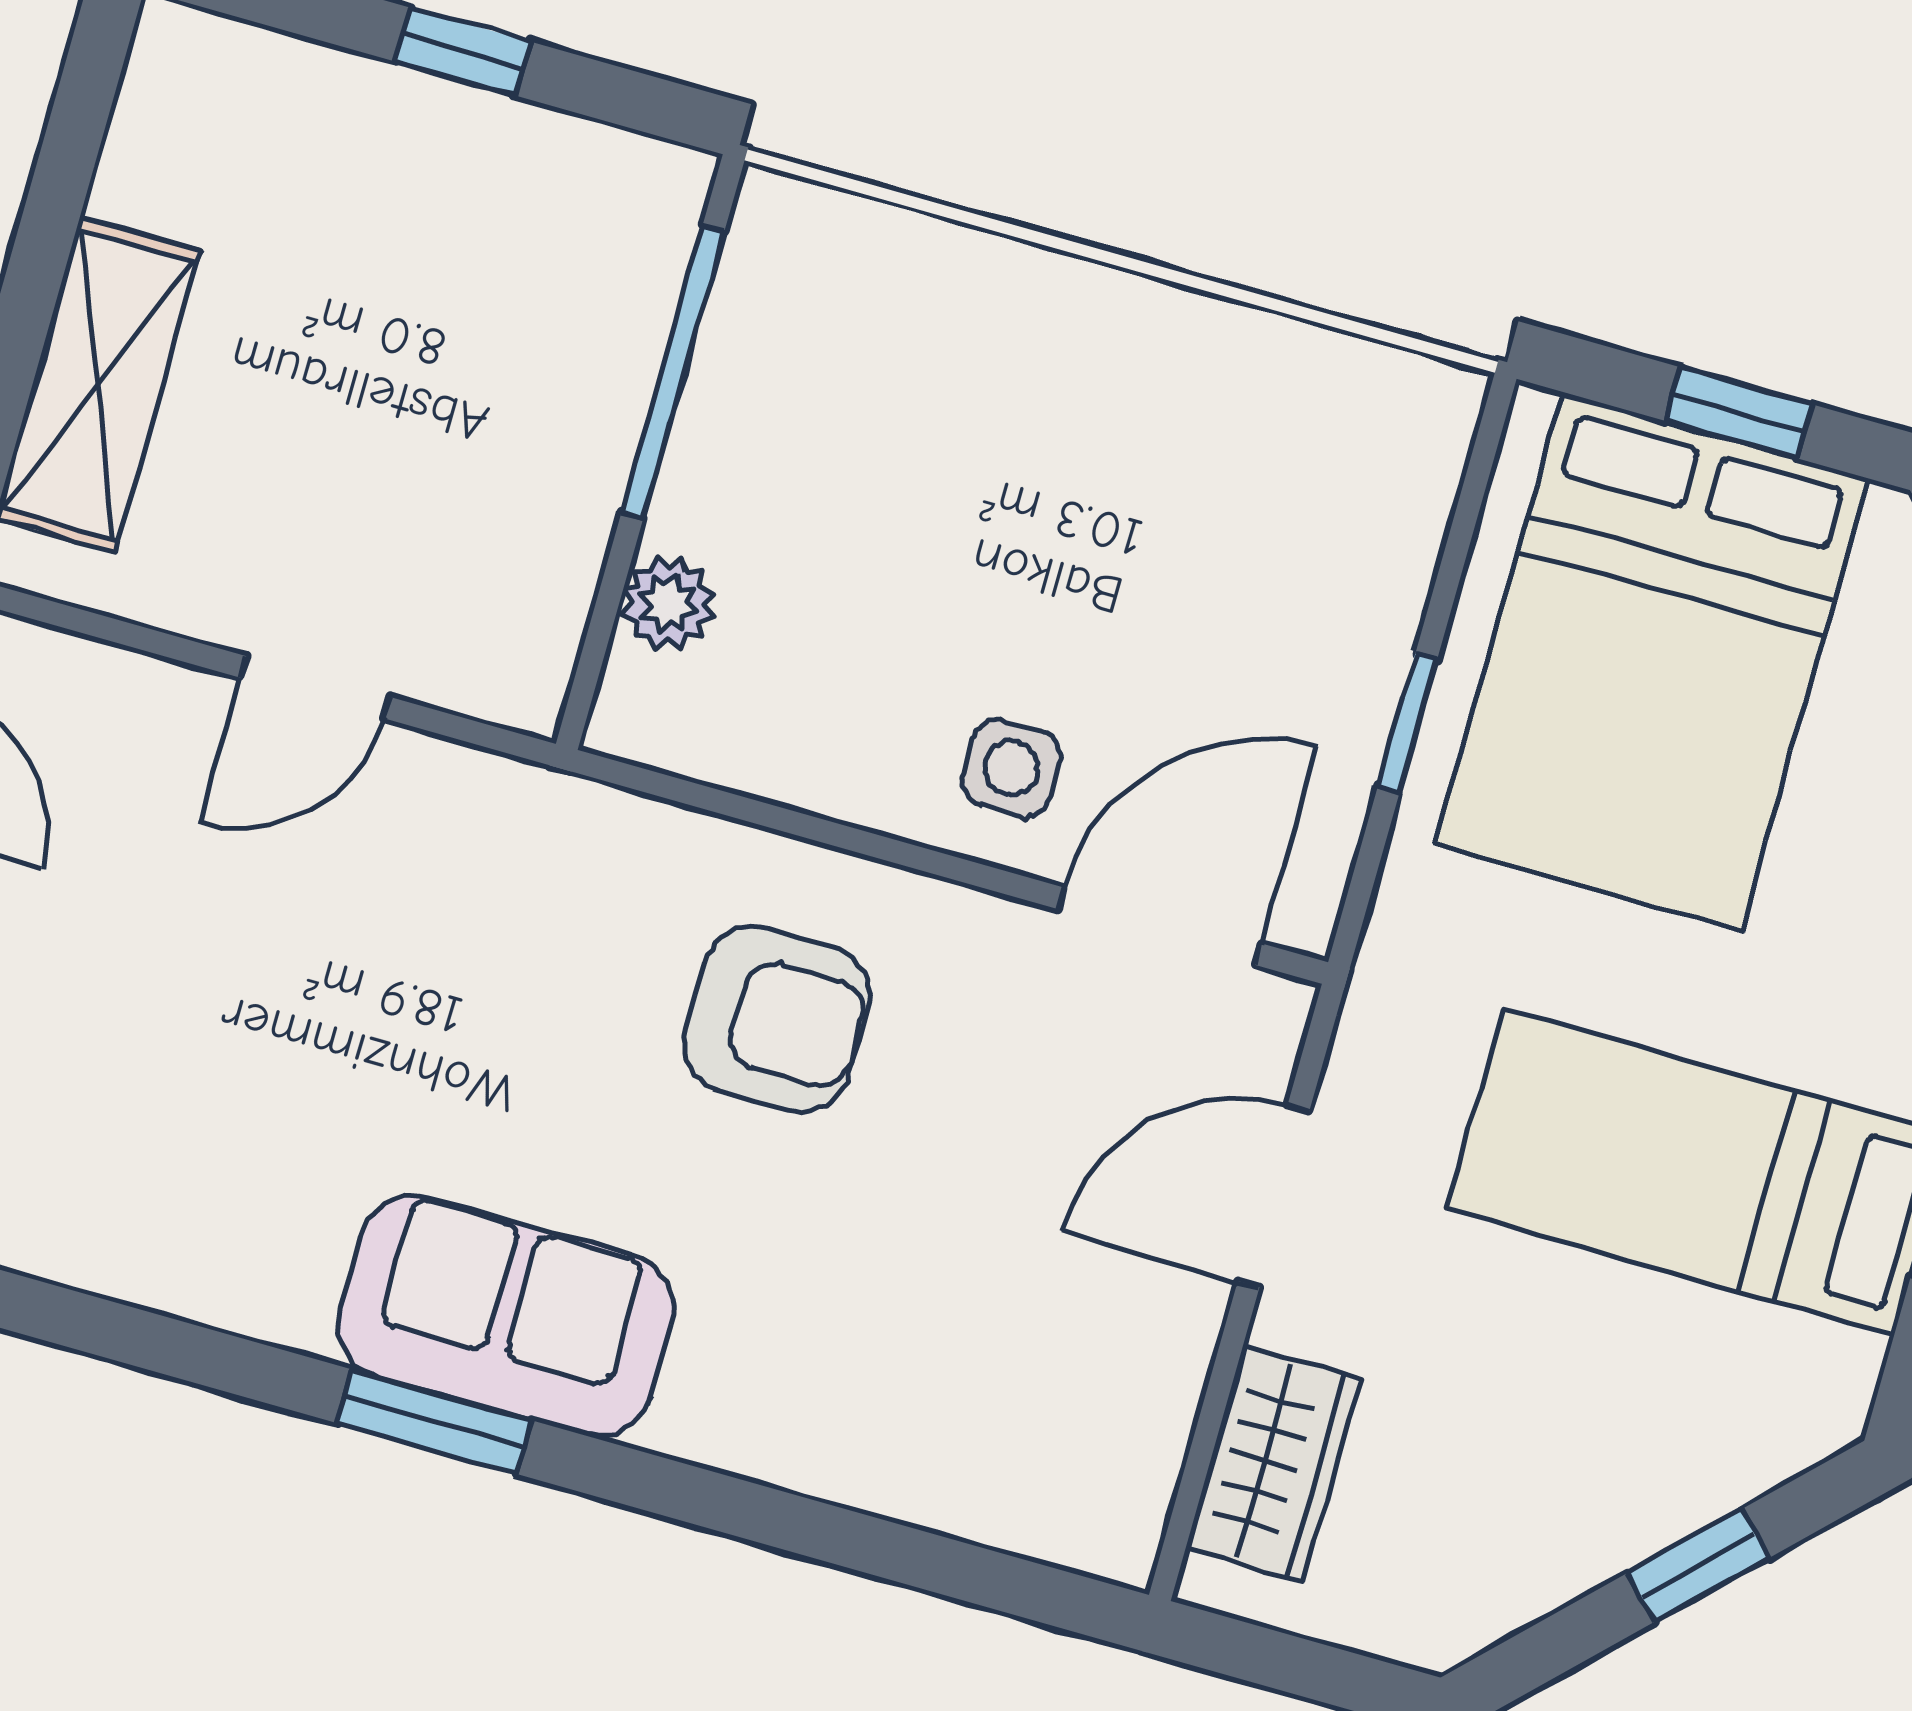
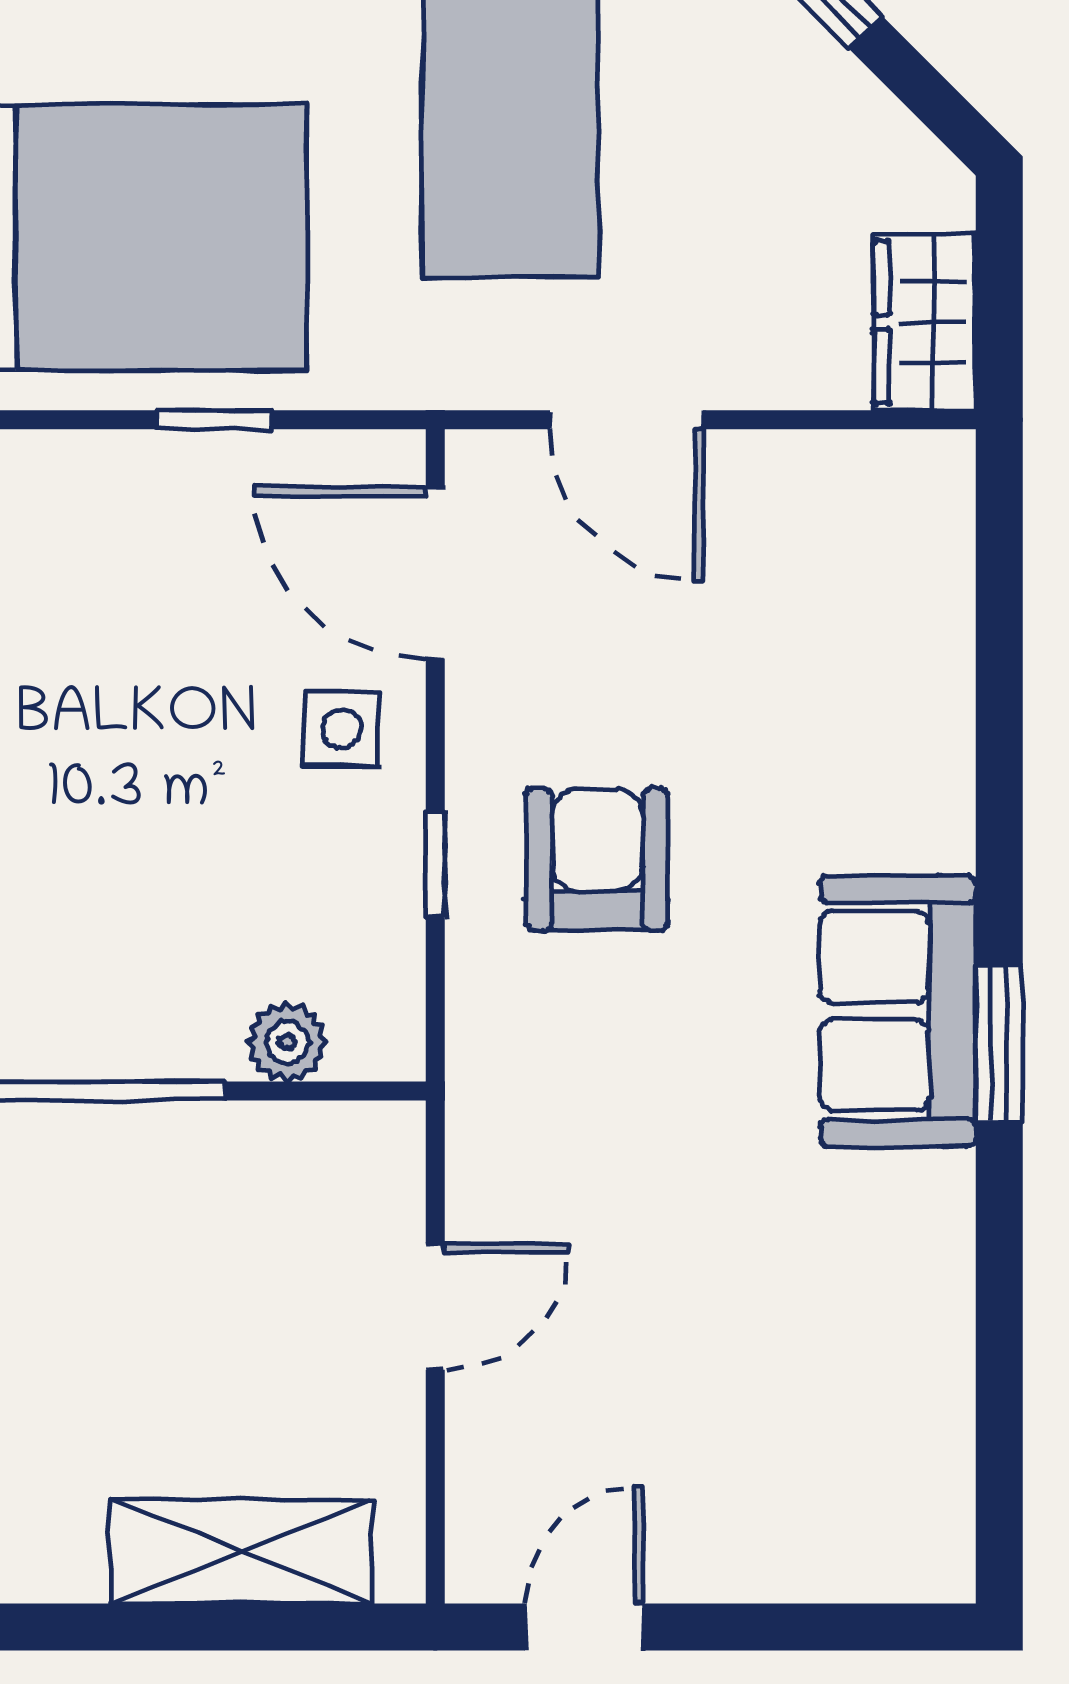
door: (315, 687) -> (435, 1307), hinge flipped
window: (824, 831) -> (435, 865), added
wardrobe: (1273, 1463) -> (925, 322), moved, turned -90

